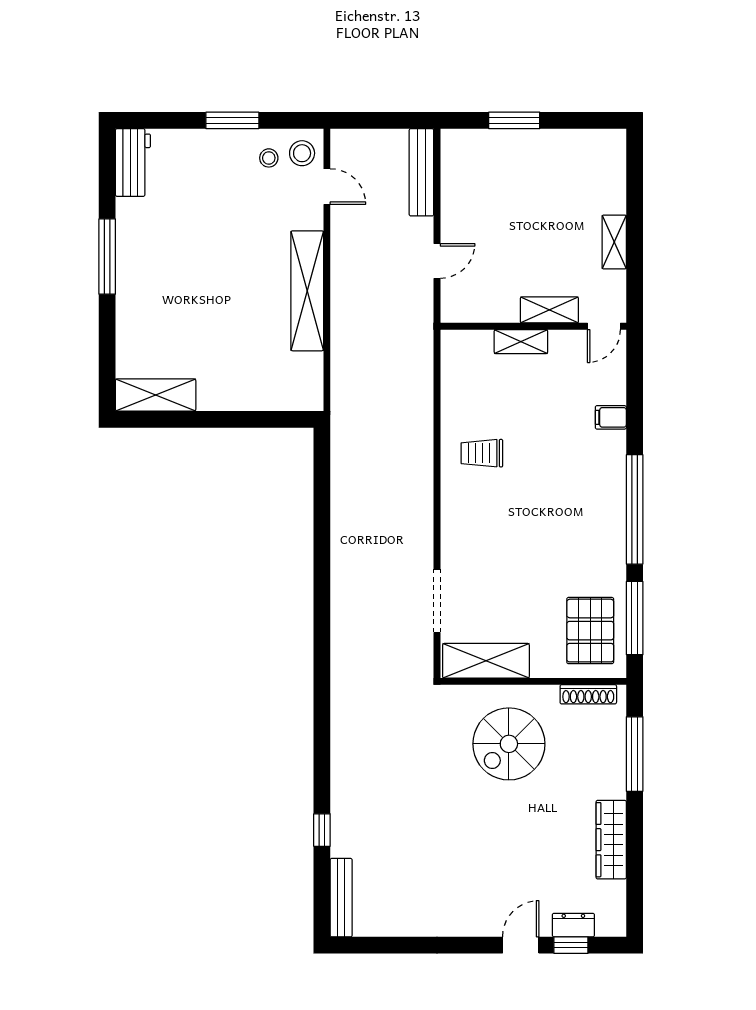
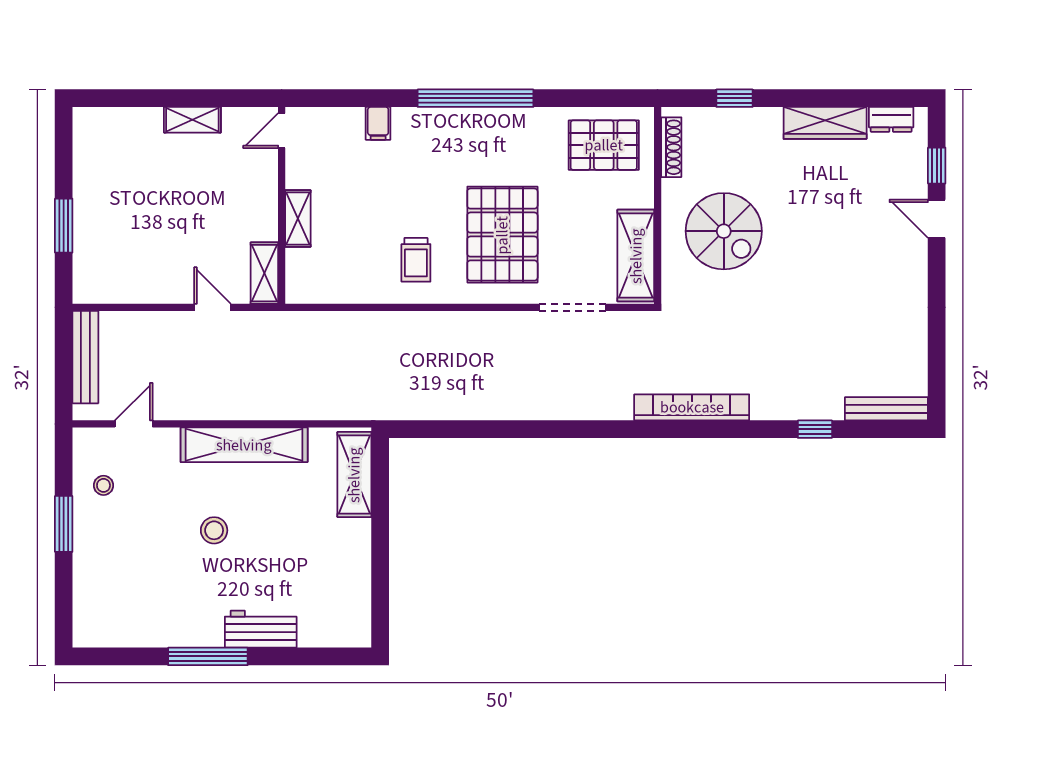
stool: (302, 153) -> (214, 530), moved
workbench: (133, 163) -> (261, 629), moved
bench: (421, 172) -> (85, 357), moved, turned 90
shelving: (549, 310) -> (264, 273), moved
door: (604, 326) -> (282, 131), swing flipped
shelving: (156, 395) -> (354, 475), moved
pallet: (506, 535) -> (502, 235), added
window: (635, 618) -> (591, 98), removed
bookcase: (342, 714) -> (692, 407), added
window: (635, 754) -> (734, 98), width x0.46
dresser: (573, 925) -> (891, 119), moved, turned -90

